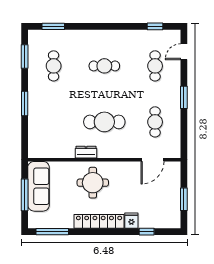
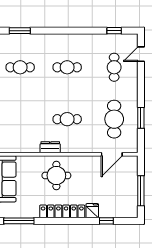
cafe table: (54, 66) -> (20, 67), turned 90
window: (184, 97) -> (141, 118), moved
cafe table: (104, 122) -> (67, 119), width x0.73, depth x0.74
cafe table: (155, 122) -> (114, 119), width x1.37, depth x1.35
window: (184, 199) -> (141, 191), width x1.44

